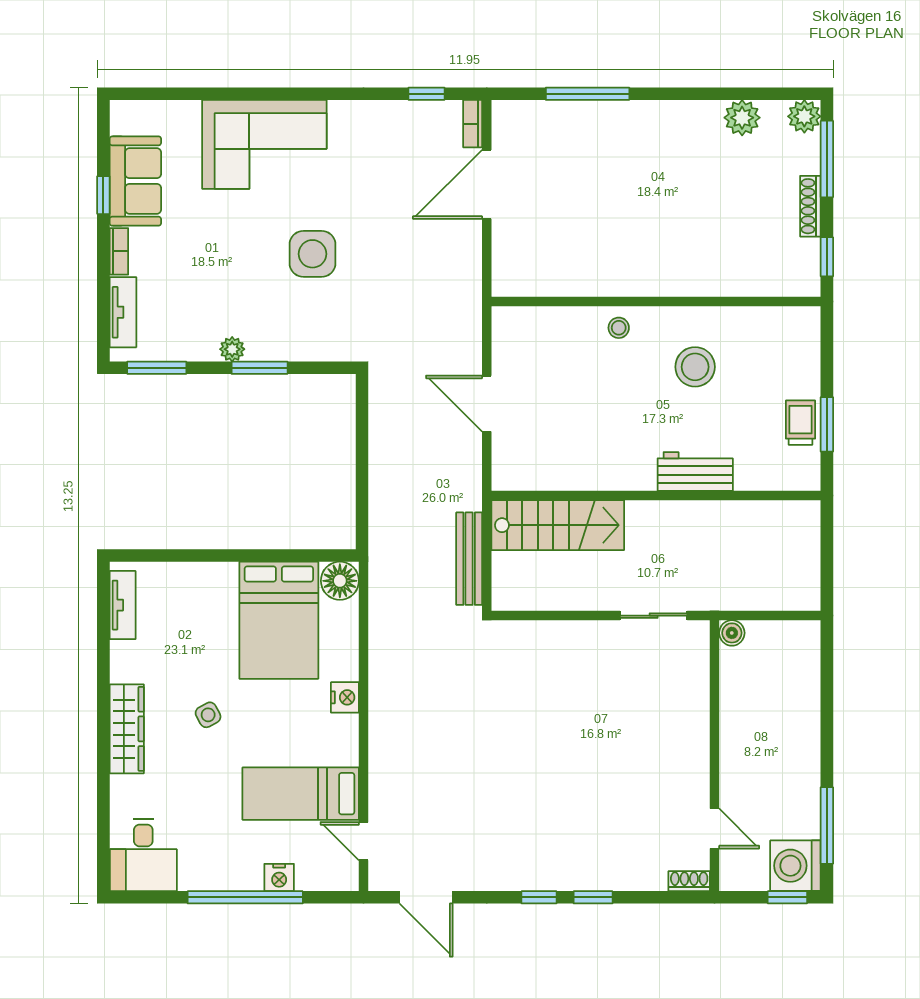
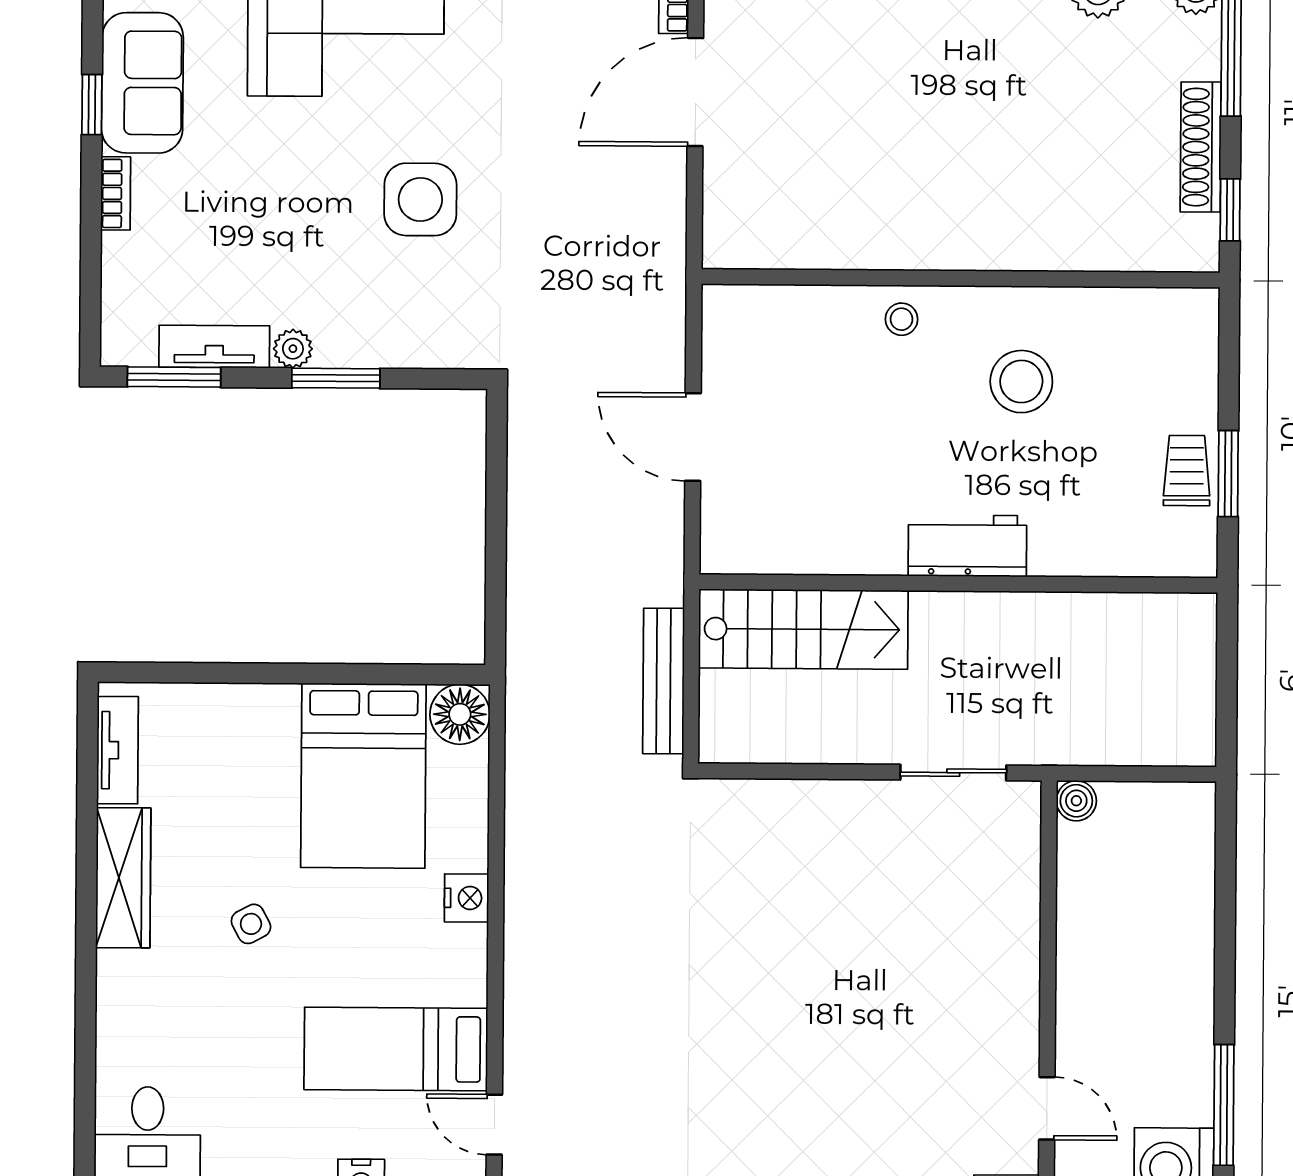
shoe rack: (810, 206) -> (1201, 147), width x1.36, depth x1.24
tv unit: (123, 312) -> (214, 346), moved, turned -90
workbench: (695, 471) -> (967, 546), moved
wardrobe: (127, 729) -> (123, 878), moved

